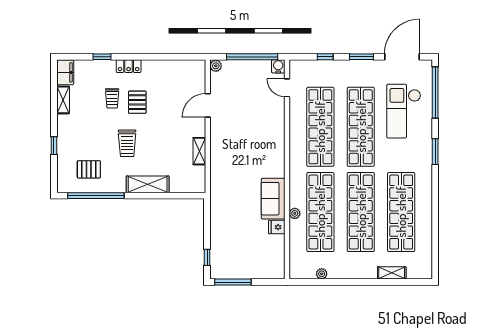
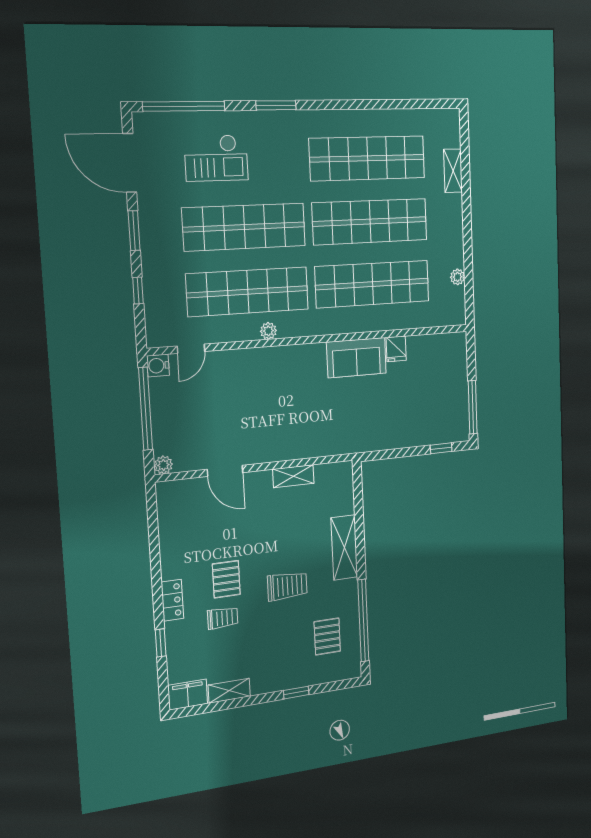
pallet: (137, 102) -> (226, 579), turned 90
checkout: (404, 111) -> (216, 158), width x0.73, depth x0.83
plant: (295, 213) -> (268, 331), moved

